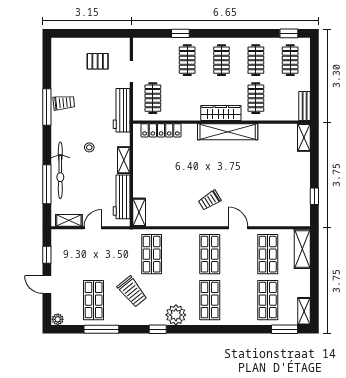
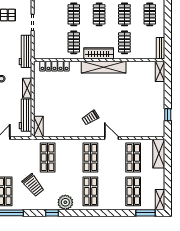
clothes rail: (153, 98) -> (74, 42), moved

